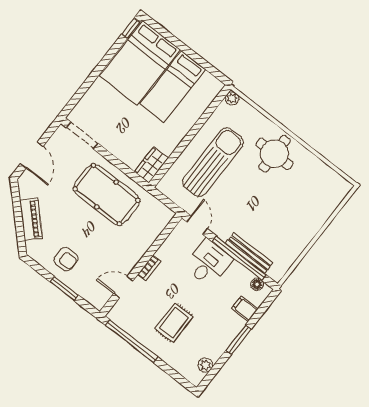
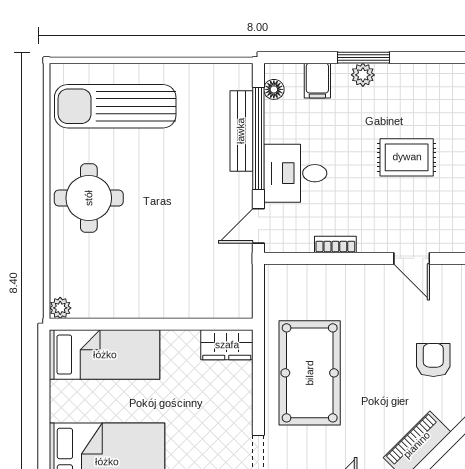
bed: (173, 87) -> (105, 355), moved
sun lounger: (213, 162) -> (115, 106), moved
bookcase: (149, 268) -> (335, 245), moved
plant: (205, 365) -> (363, 75), moved

